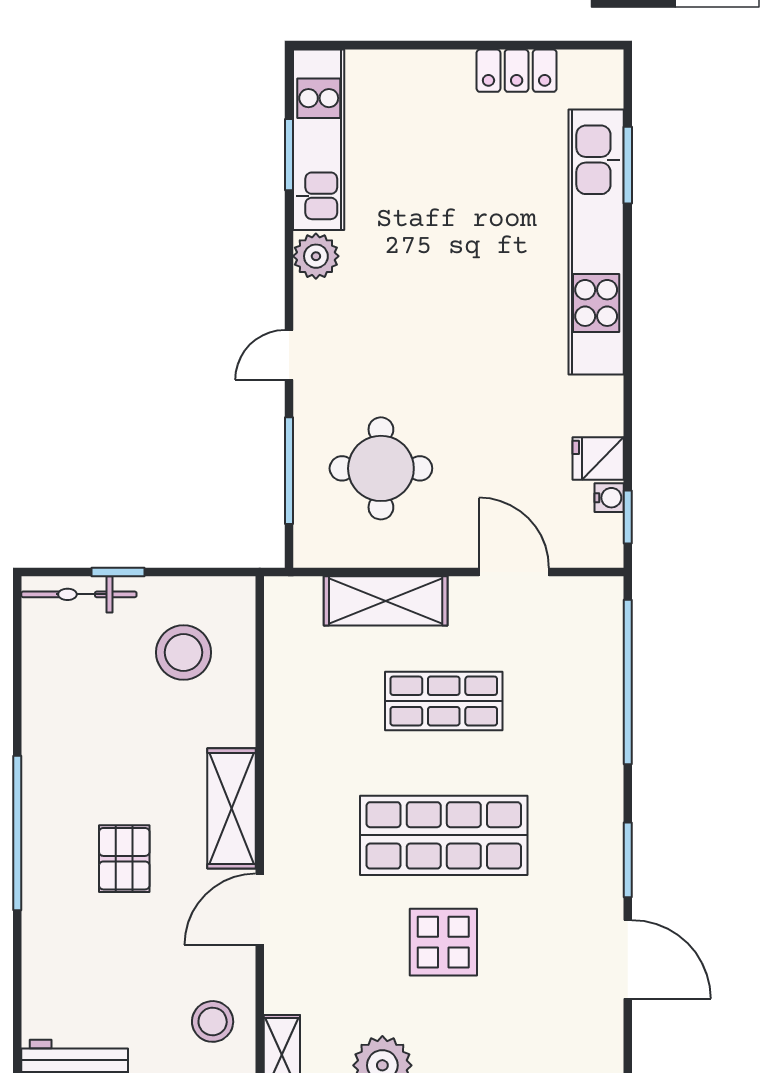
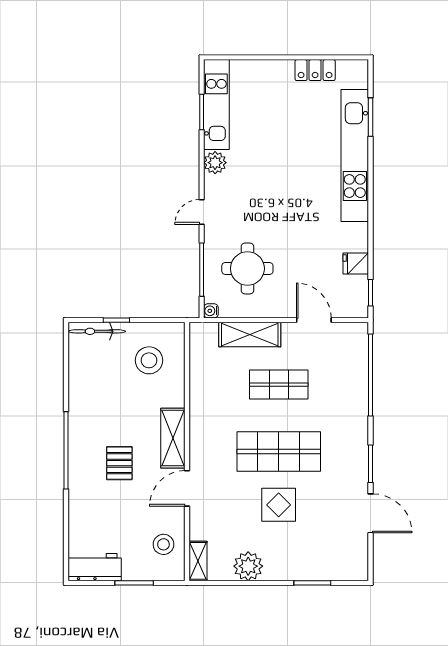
water cooler: (609, 498) -> (211, 311), moved, turned 180

